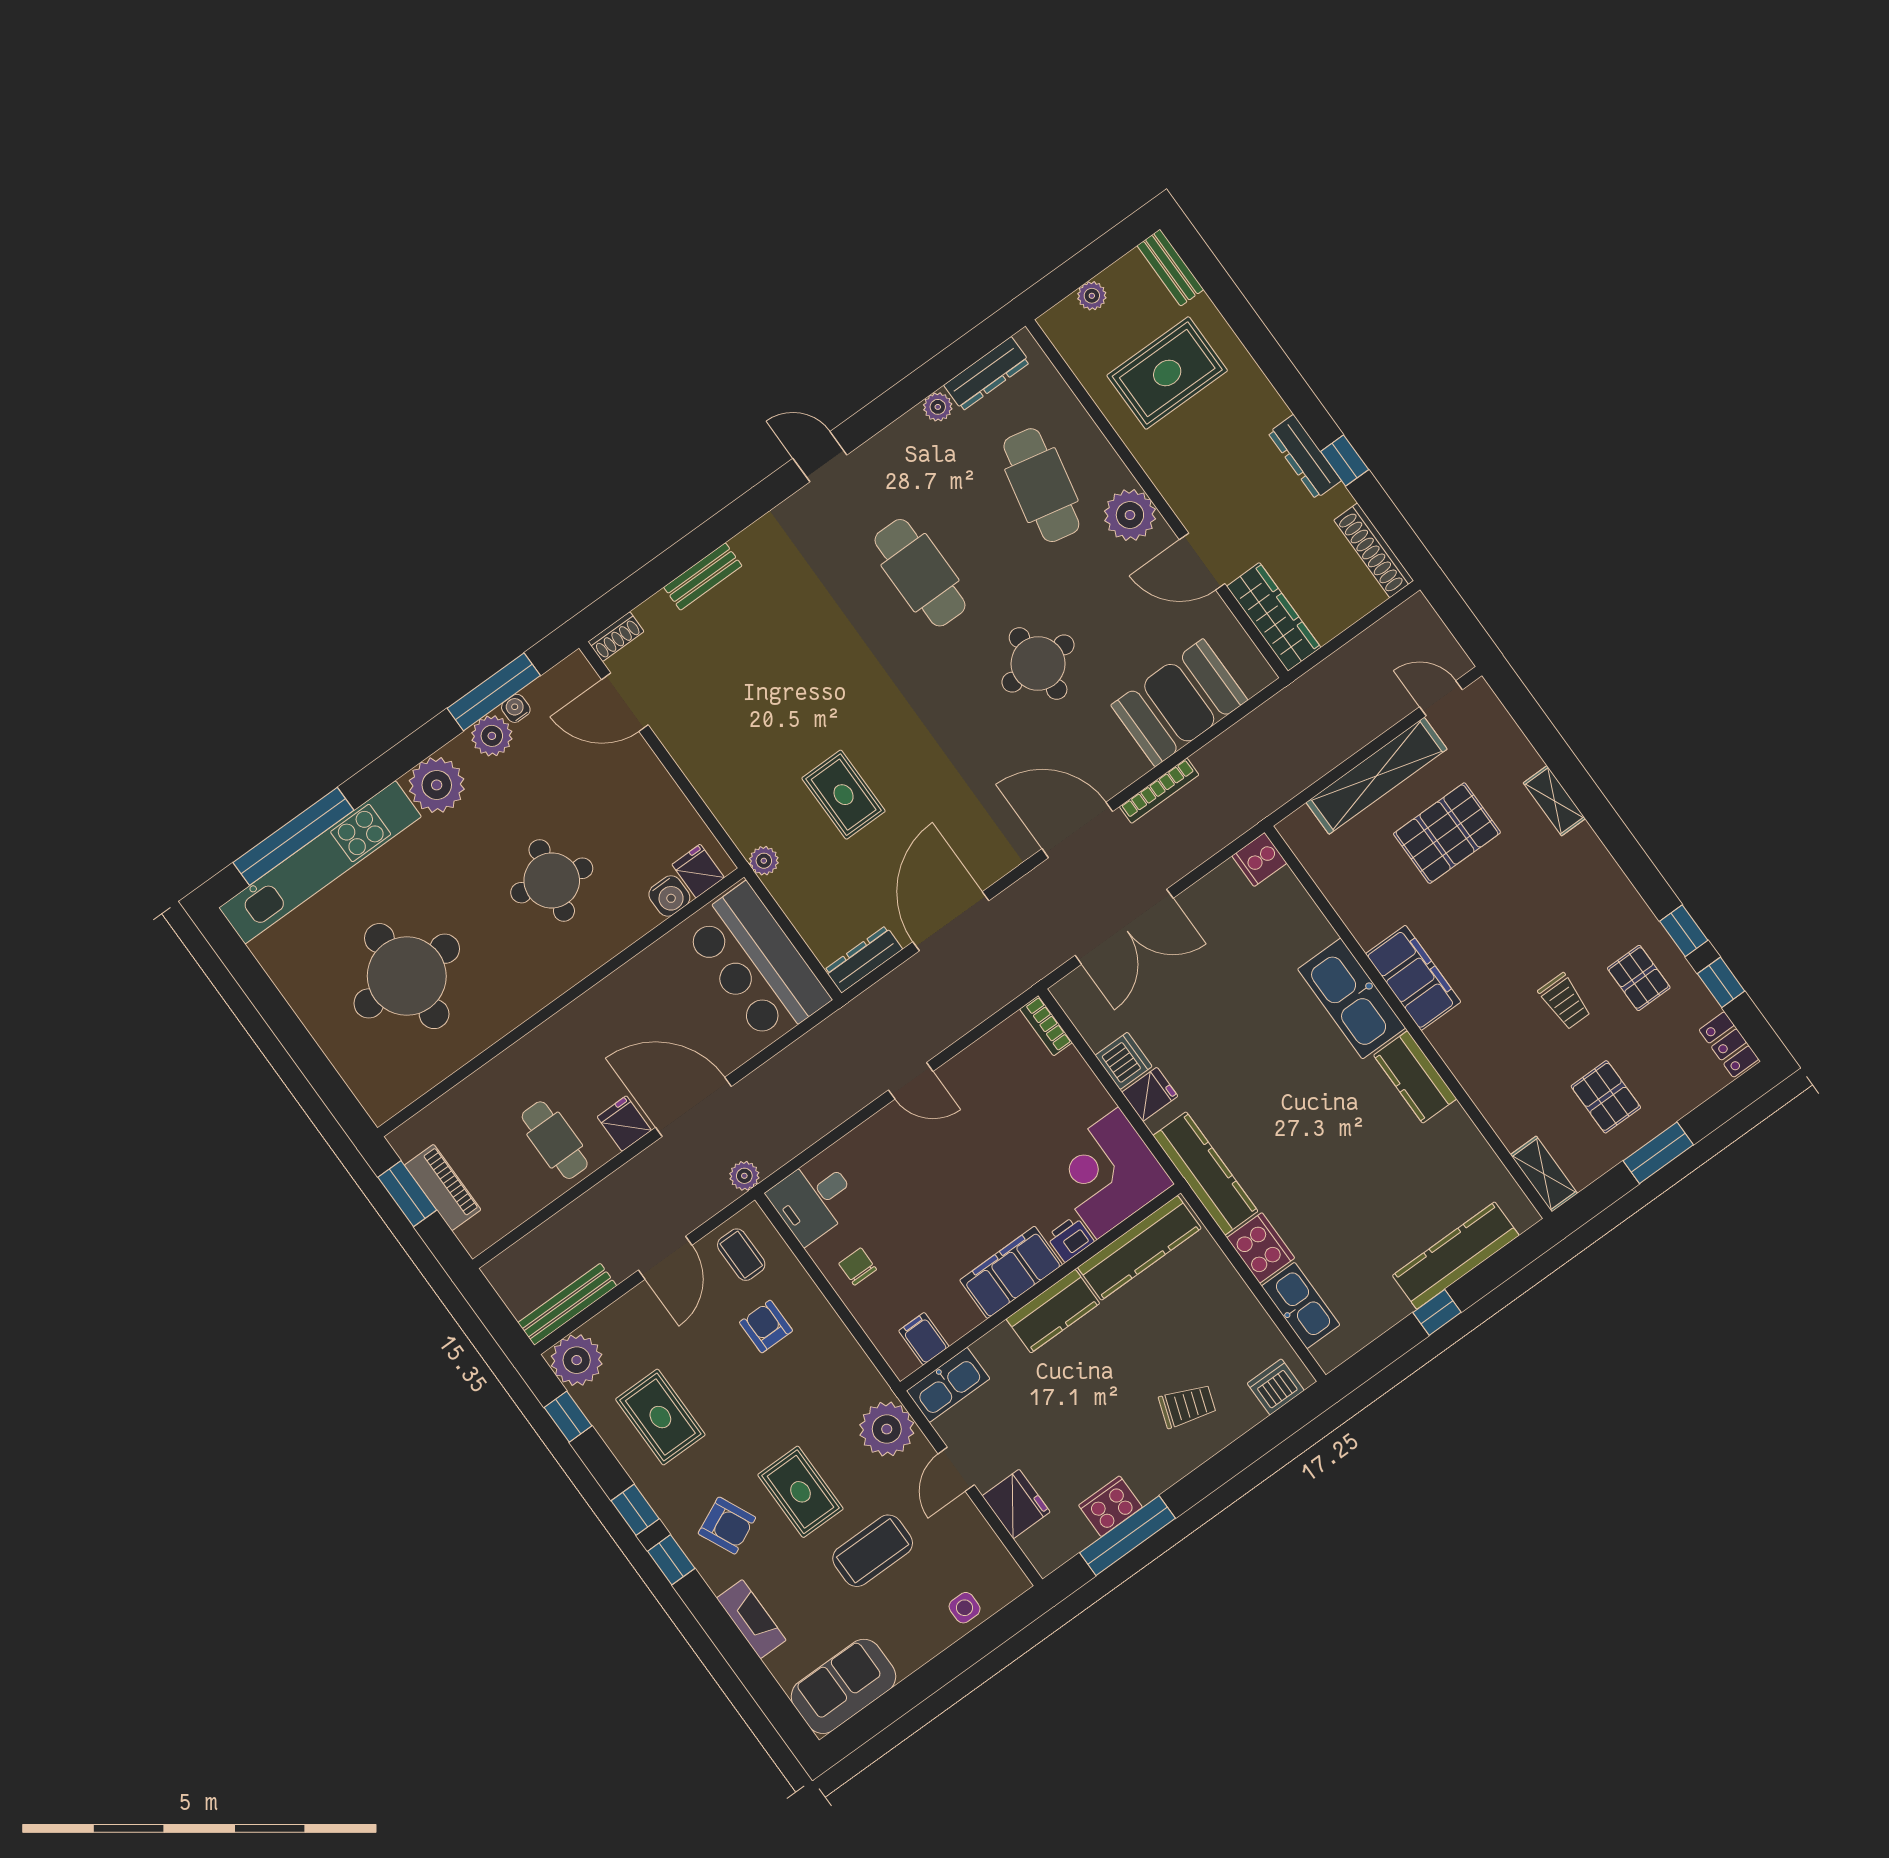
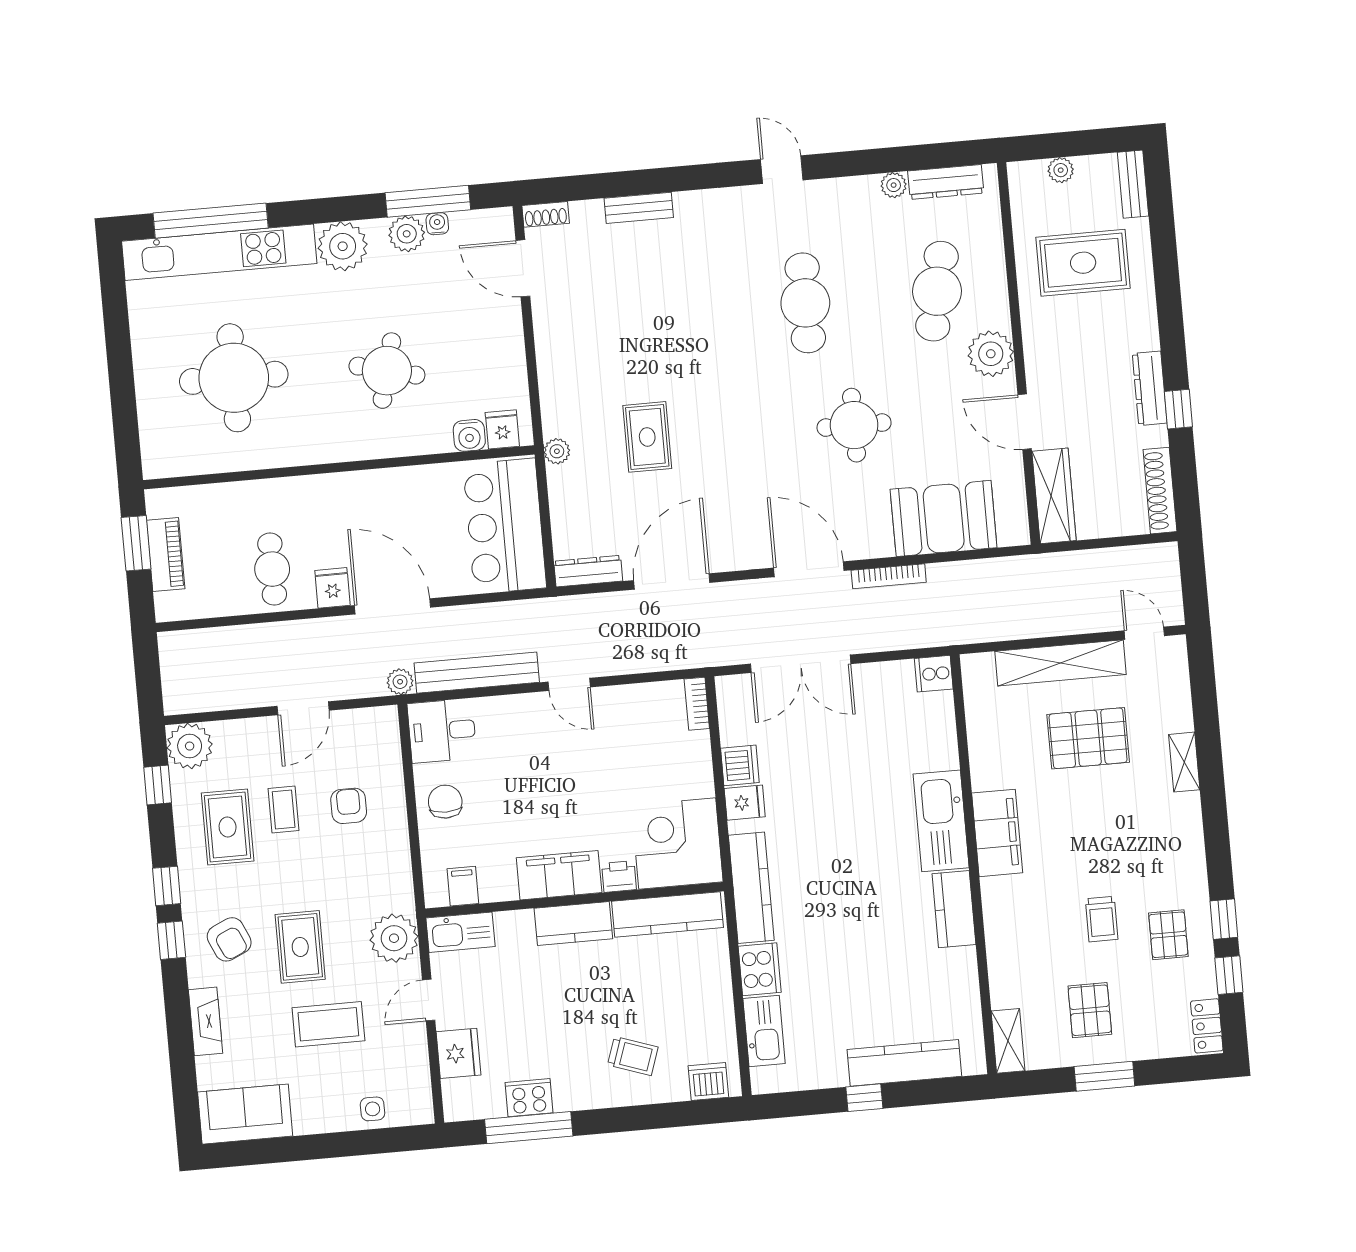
coffee table: (741, 1255) -> (284, 810), moved
chair: (858, 1267) -> (445, 802), width x1.37, depth x1.37
bench: (567, 1304) -> (477, 673), moved, width x1.37, depth x1.21

